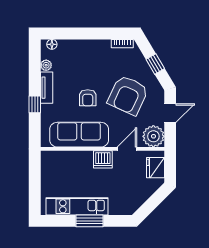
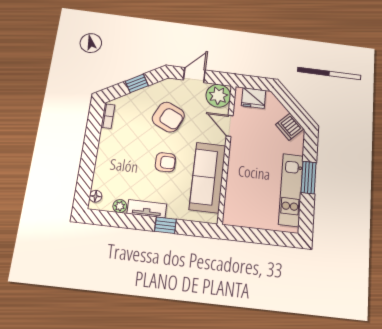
armchair: (128, 95) -> (168, 117), width x0.73, depth x0.73
door: (170, 113) -> (194, 75), hinge flipped
dishwasher: (103, 159) -> (290, 127), moved, turned 135

